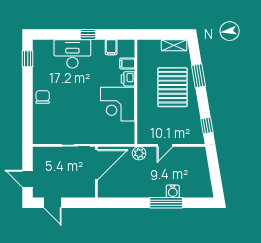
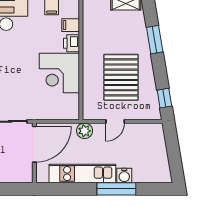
pallet: (172, 87) -> (121, 77), moved
kitchen unit: (137, 190) -> (82, 174), added

